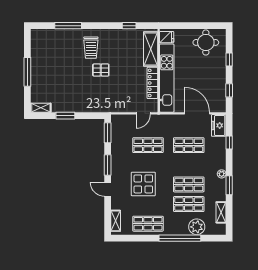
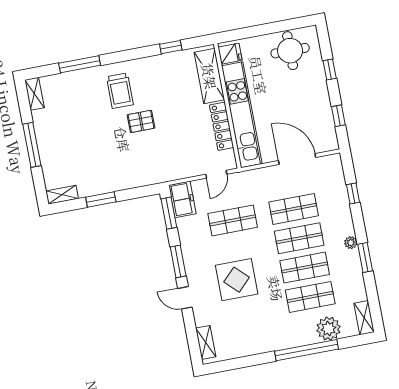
shelving: (35, 39) -> (34, 94), added
freezer: (219, 125) -> (182, 199), moved, turned 180
shelving: (221, 212) -> (364, 318), moved
shop shelf: (148, 224) -> (299, 238), moved

